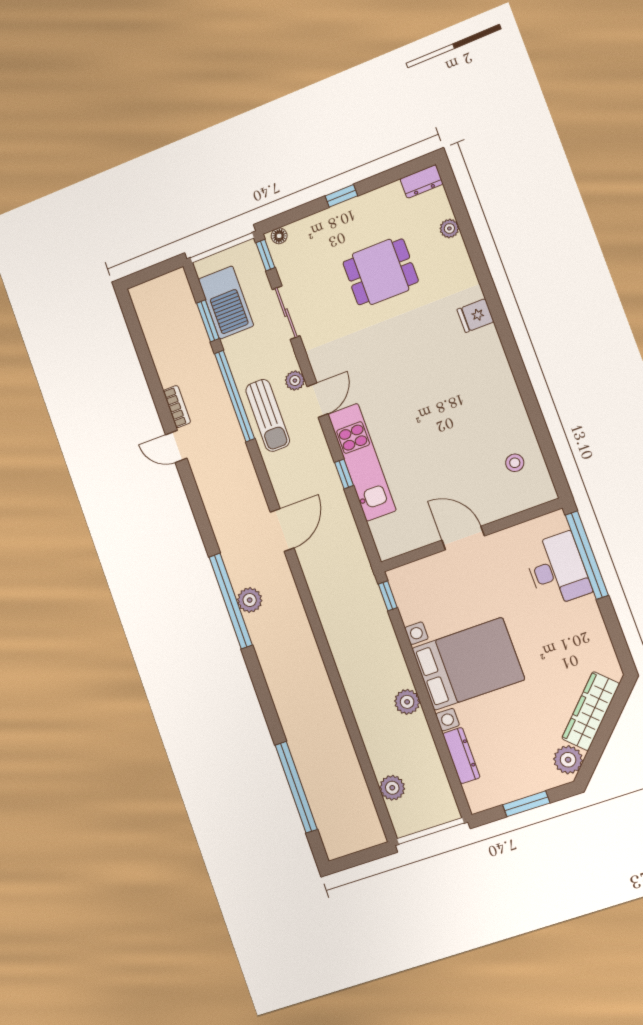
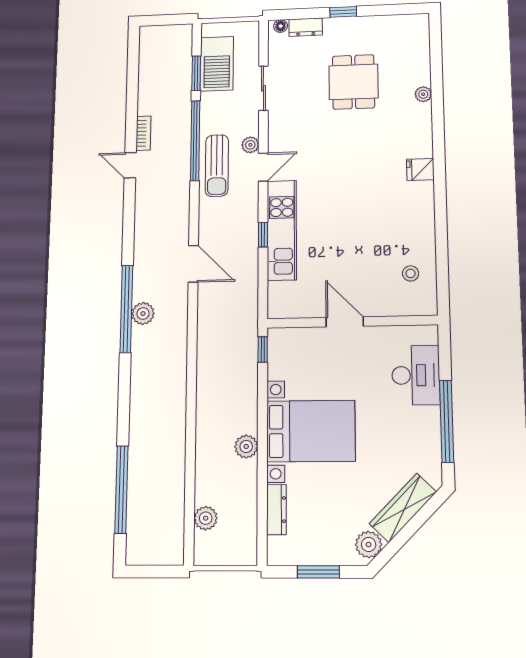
dresser: (422, 181) -> (306, 27), moved
plant: (449, 228) -> (423, 94), moved
window: (265, 255) -> (264, 37), removed
dining table: (381, 272) -> (354, 82), turned 90
fridge: (475, 316) -> (420, 170), moved
door: (282, 530) -> (193, 264), hinge flipped
window: (587, 555) -> (447, 421), moved

